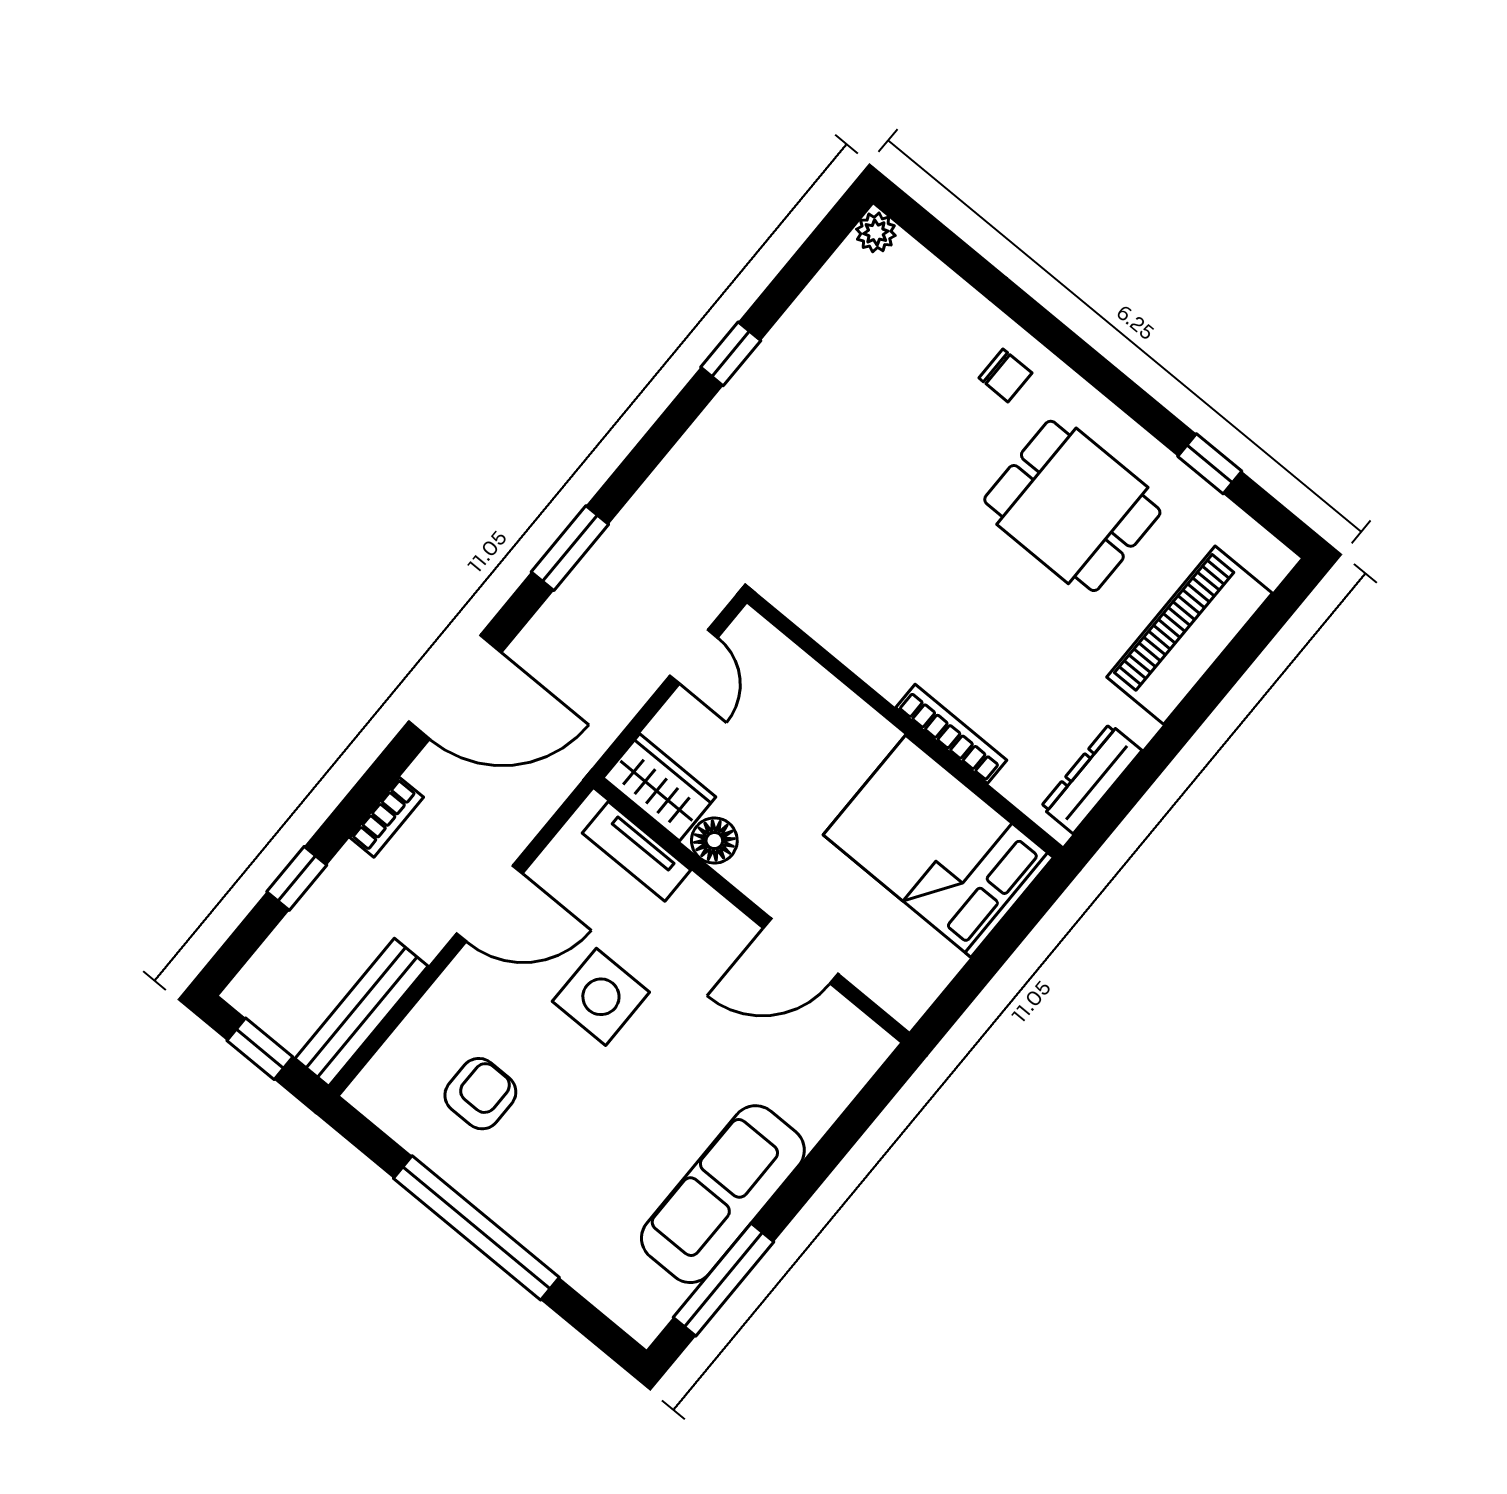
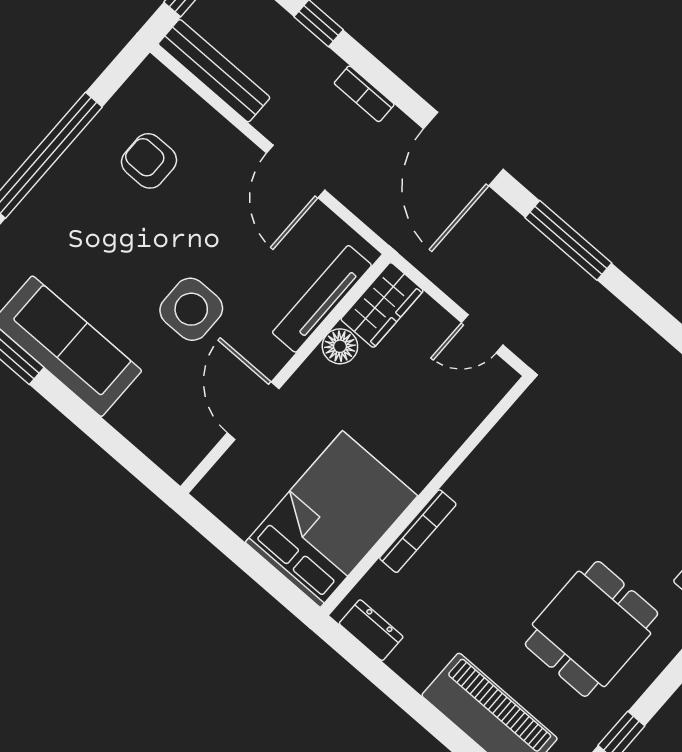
window: (570, 548) -> (568, 240), width x1.44
dresser: (1091, 779) -> (371, 630), width x0.70
tv unit: (637, 851) -> (322, 299), width x1.41
side table: (601, 997) -> (191, 309), moved
armchair: (480, 1094) -> (149, 161), turned 180

